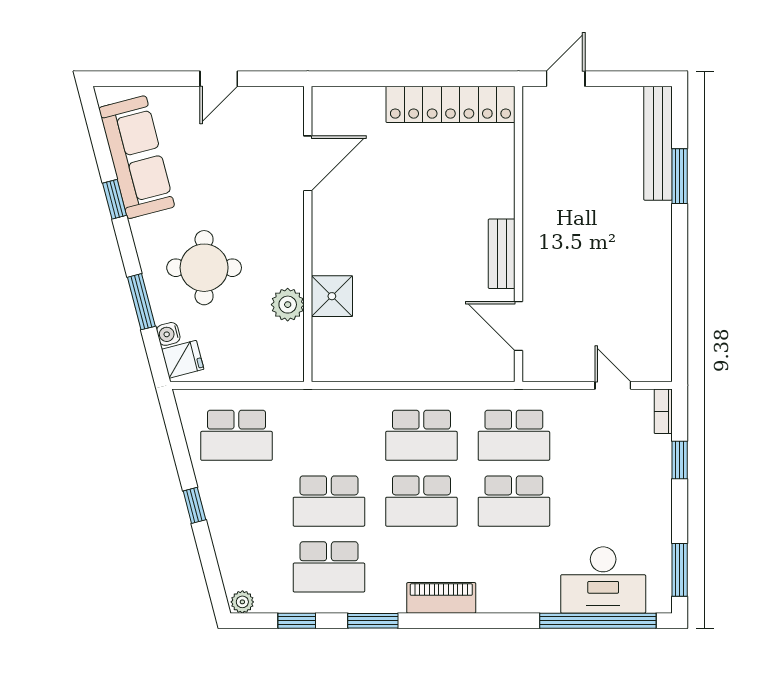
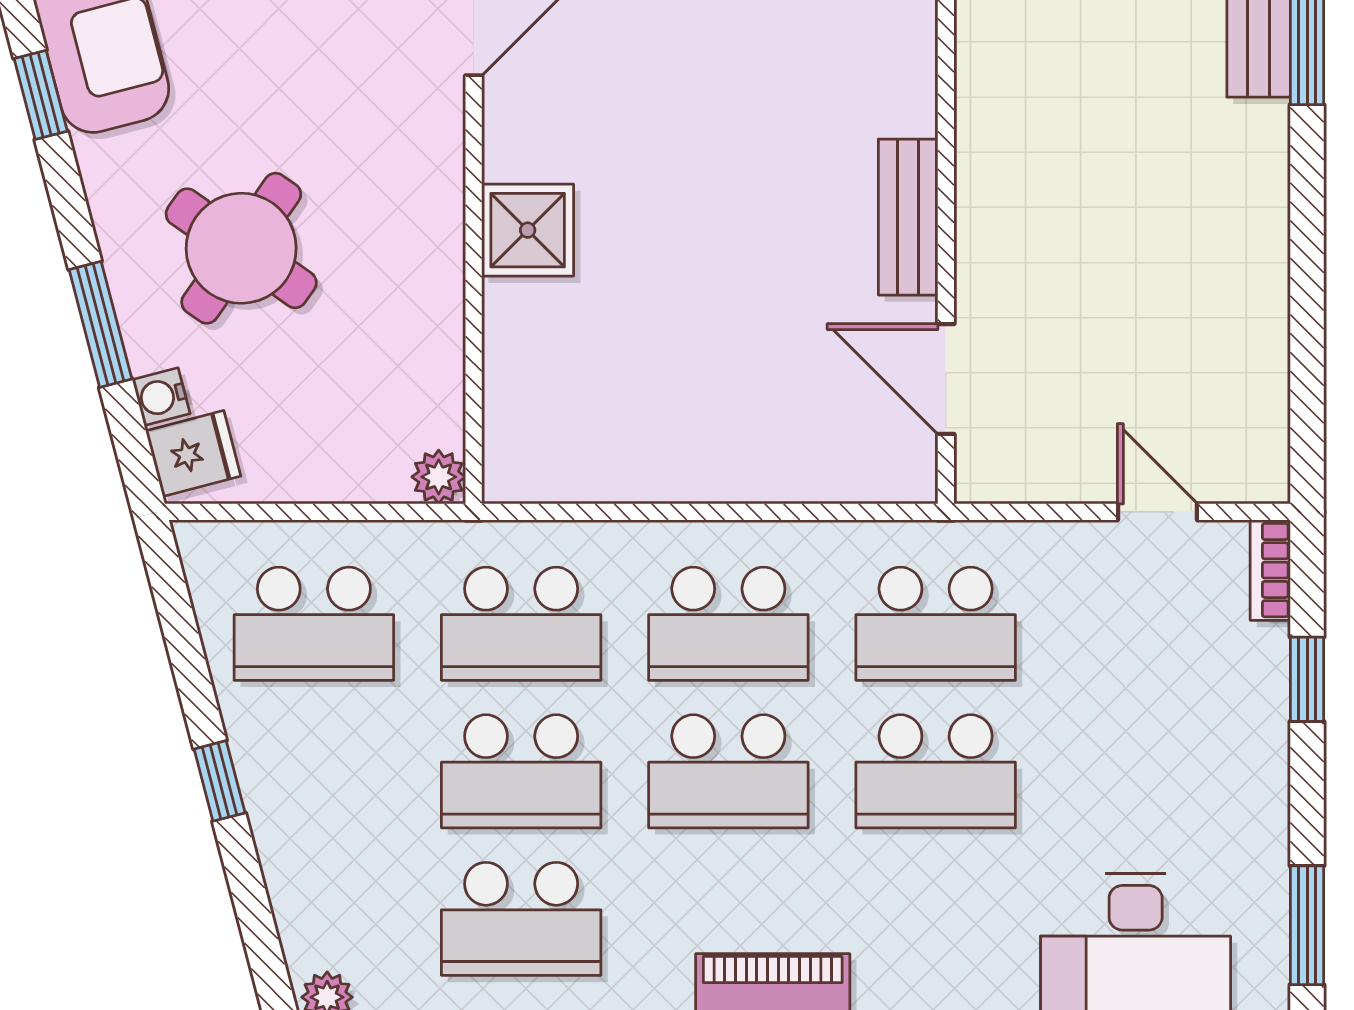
round table: (204, 268) -> (241, 248), turned 35
shower: (332, 296) -> (528, 230), moved
plant: (288, 305) -> (439, 477), moved, width x0.73, depth x0.73
school desk: (329, 435) -> (521, 624), added

